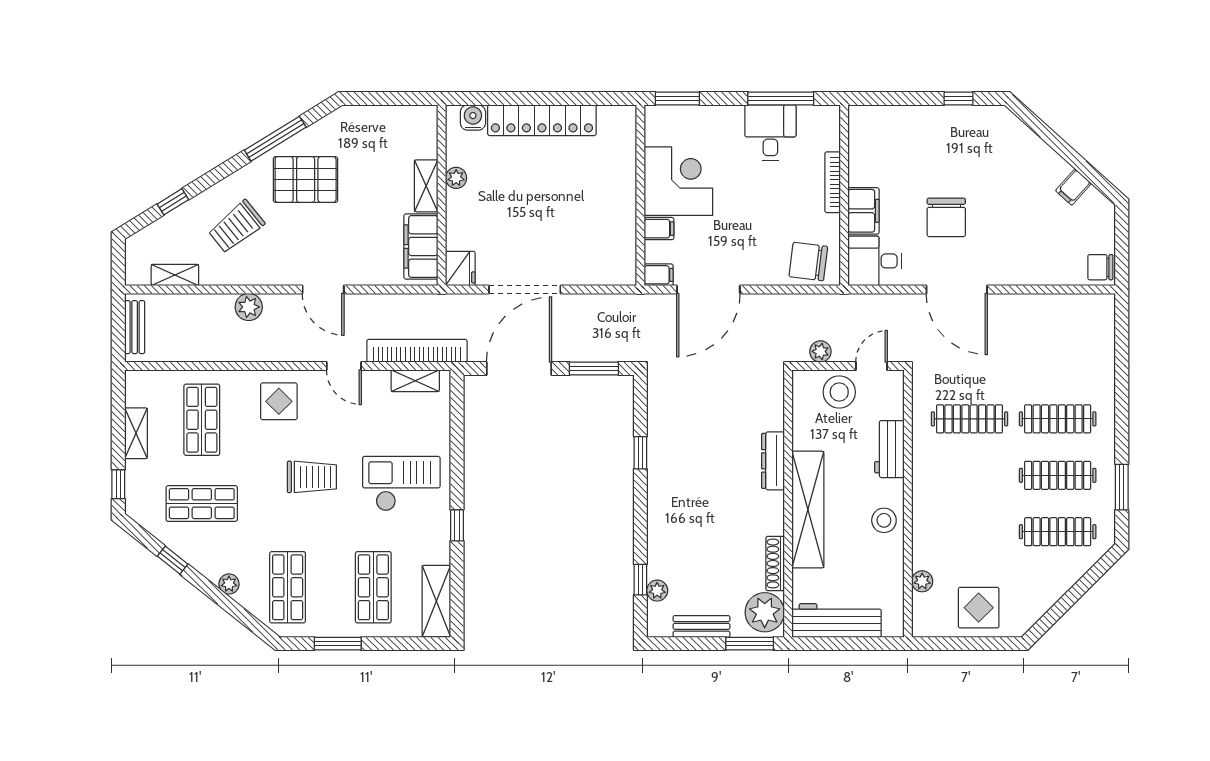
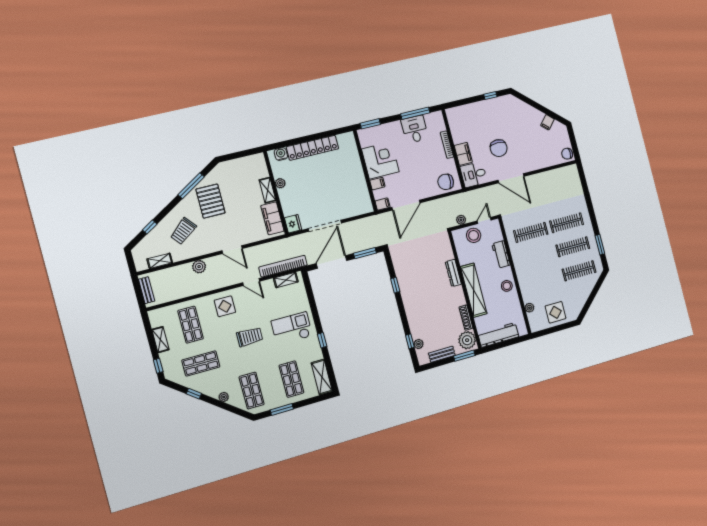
pallet: (306, 179) -> (210, 201), turned 90

